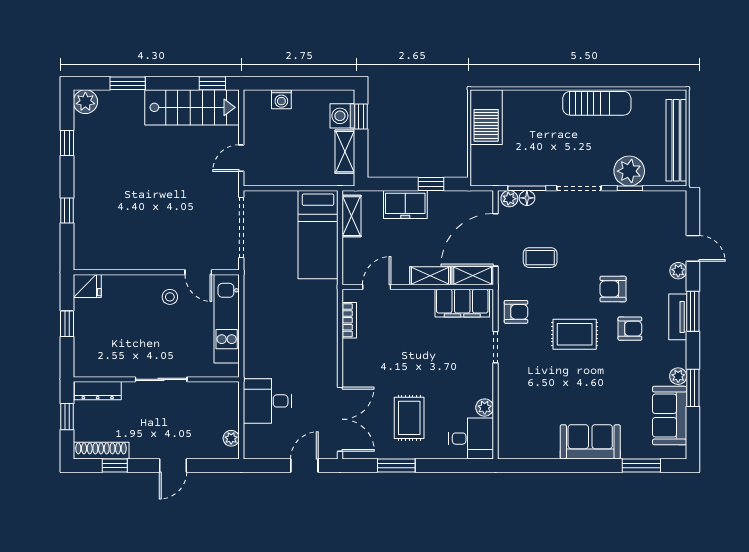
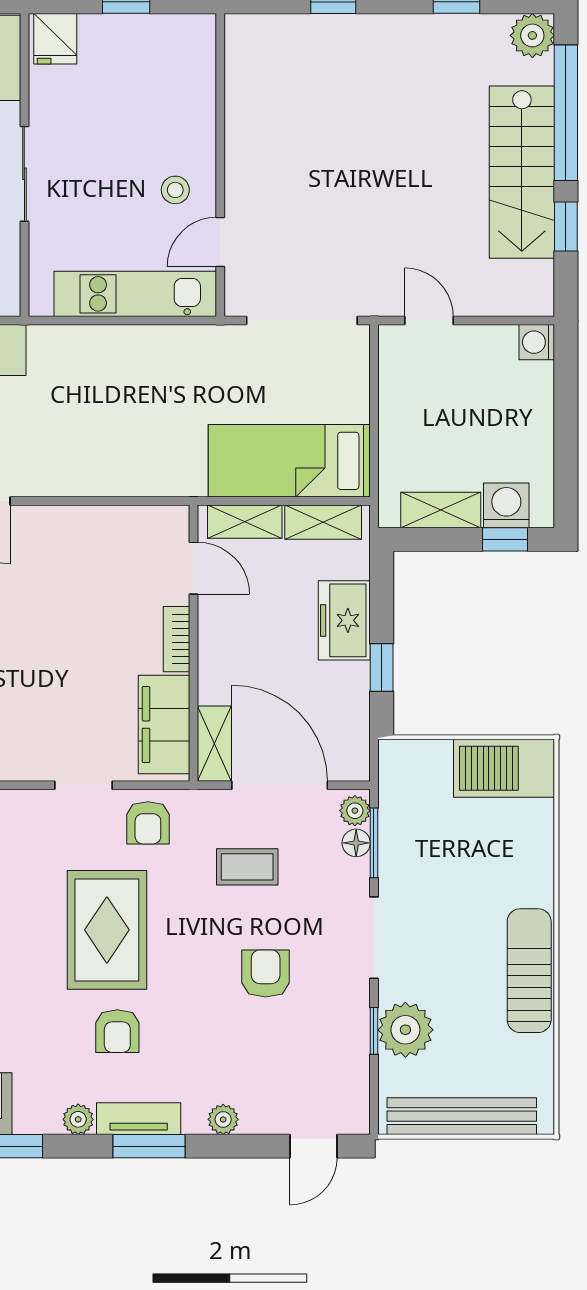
window: (128, 83) -> (566, 113), width x2.11
window: (212, 83) -> (566, 226), moved
washing machine: (281, 99) -> (537, 342), moved
sun lounger: (597, 103) -> (529, 971), turned 180
stairs: (192, 107) -> (522, 172), moved
door: (693, 248) -> (313, 1146), moved
coffee table: (540, 258) -> (247, 867), turned 90
shelving: (430, 276) -> (245, 522), moved, turned 90
fridge: (87, 286) -> (55, 39), moved
armchair: (613, 289) -> (266, 973), moved
bookcase: (349, 320) -> (177, 639), moved, turned 90
rug: (575, 334) -> (107, 930), width x1.36, depth x1.43
plant: (678, 376) -> (78, 1119), moved

